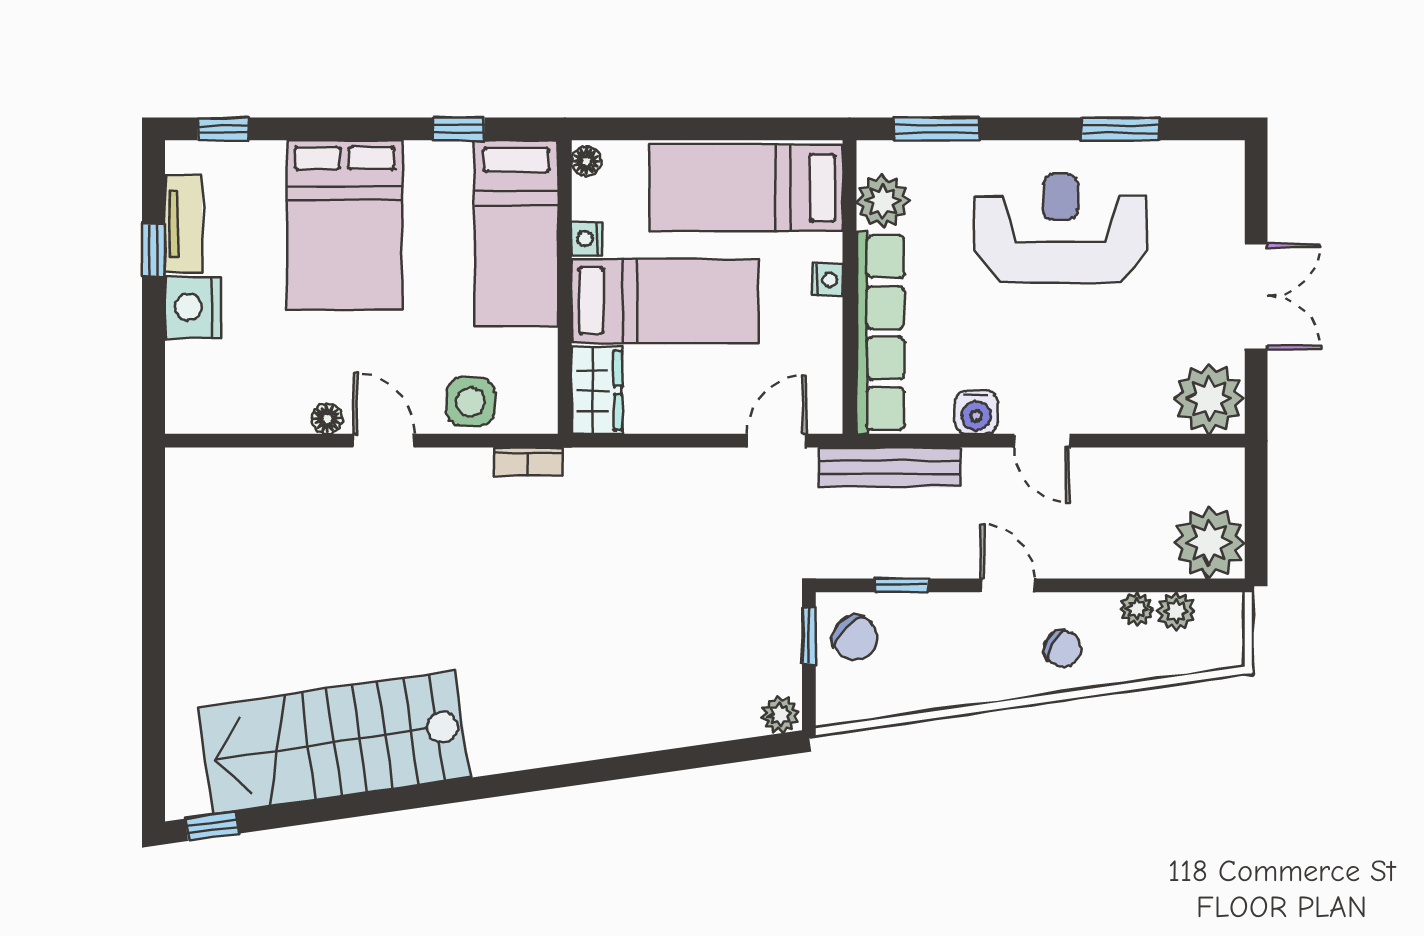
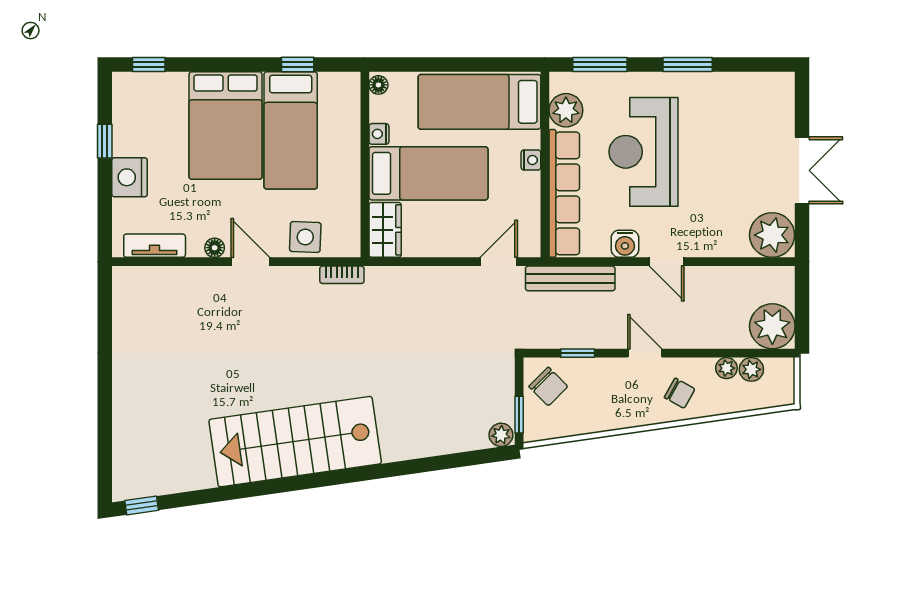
window: (1120, 129) -> (688, 65), moved
tv unit: (183, 224) -> (155, 246), moved, turned -90
reception desk: (1061, 229) -> (644, 152), moved, turned -90
bed: (516, 233) -> (291, 130), moved
window: (809, 636) -> (519, 415), moved
stairs: (334, 742) -> (295, 442), moved

